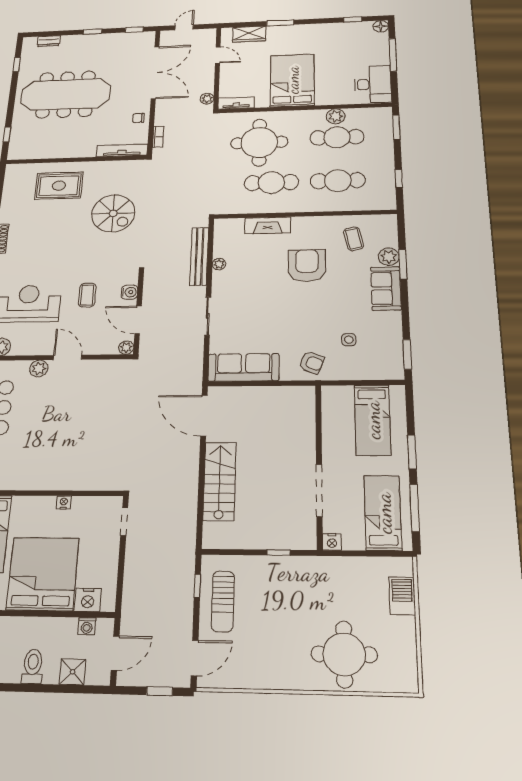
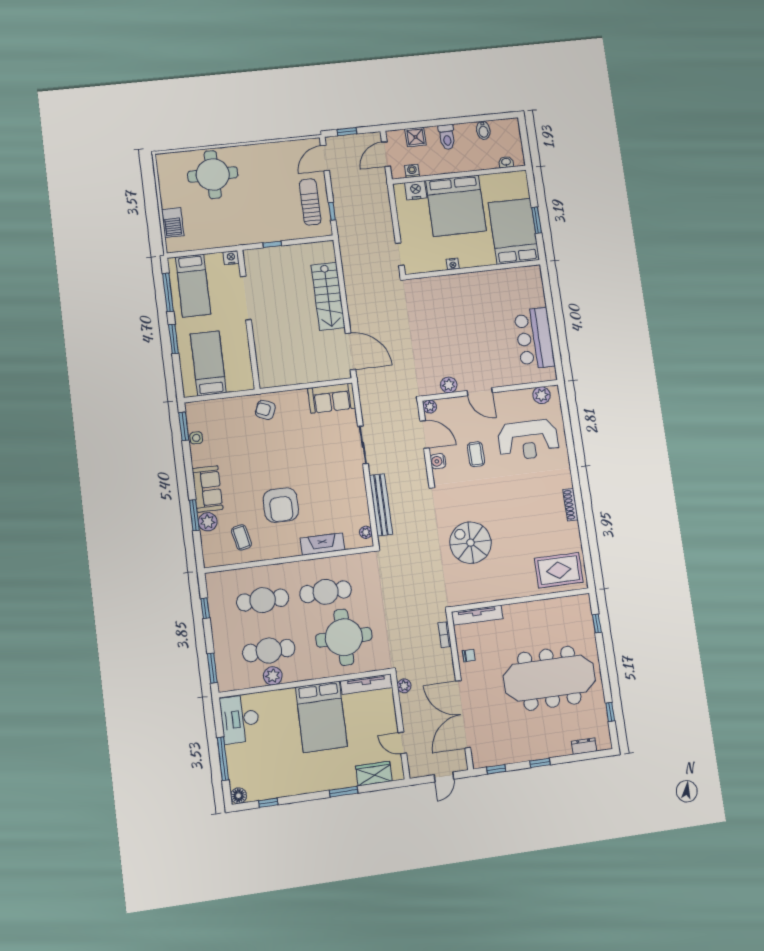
tv unit: (236, 103) -> (366, 684), width x1.41
rug: (59, 186) -> (559, 570), moved
plant: (219, 264) -> (366, 532), moved
side table: (349, 340) -> (196, 438), moved
sofa: (244, 367) -> (332, 398), width x0.73
plant: (39, 368) -> (449, 385), moved

